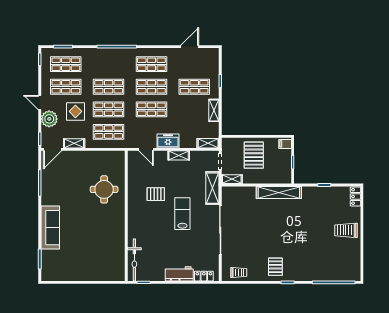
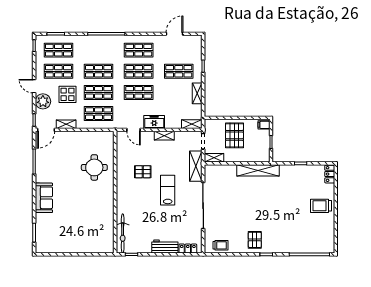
sofa: (50, 228) -> (44, 198), width x0.73

